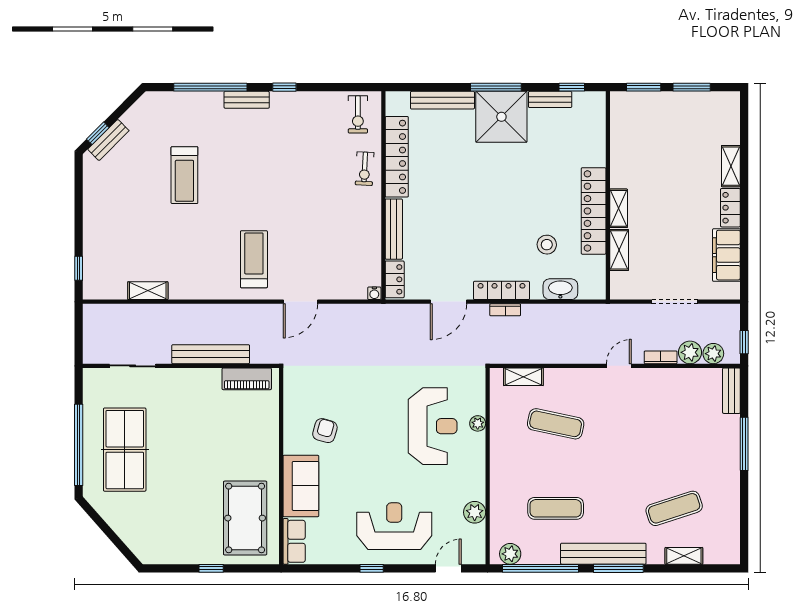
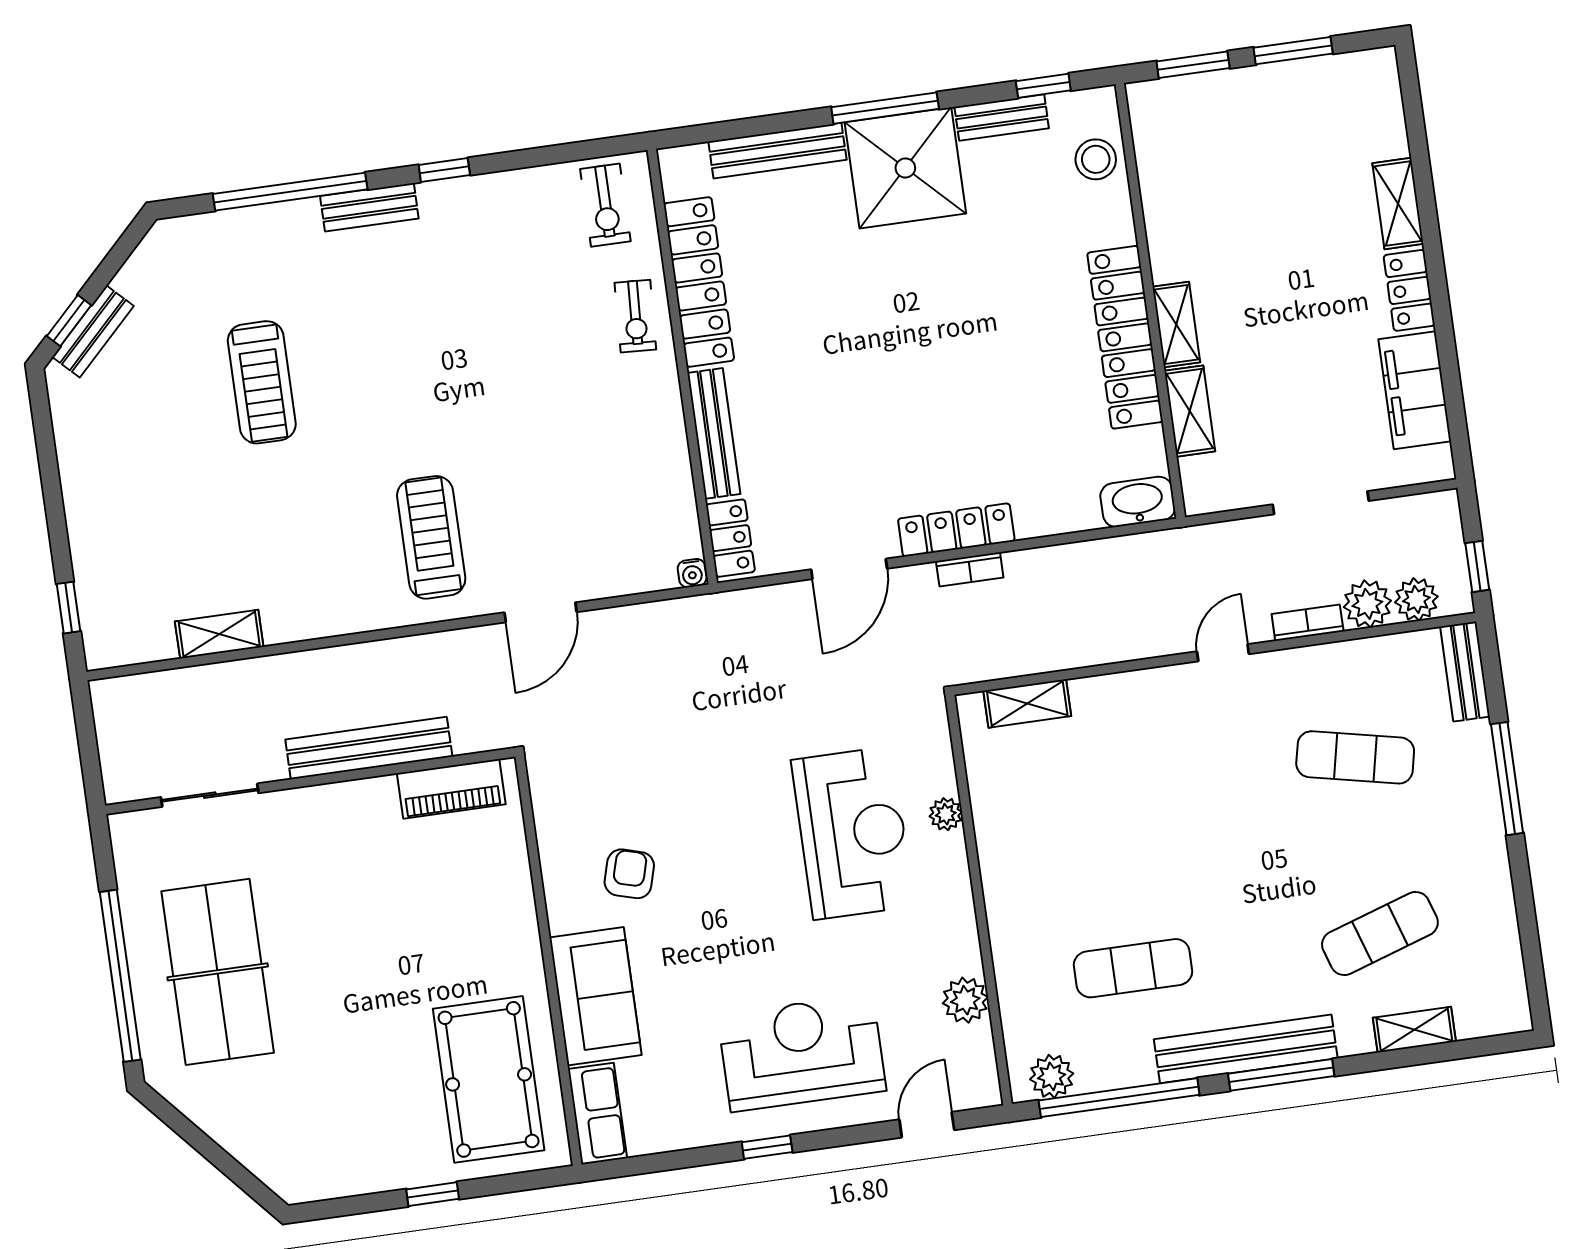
stool: (547, 245) -> (1096, 159), moved
washbasin: (560, 289) -> (1138, 502), moved
exercise mat: (556, 424) -> (1355, 757), moved

